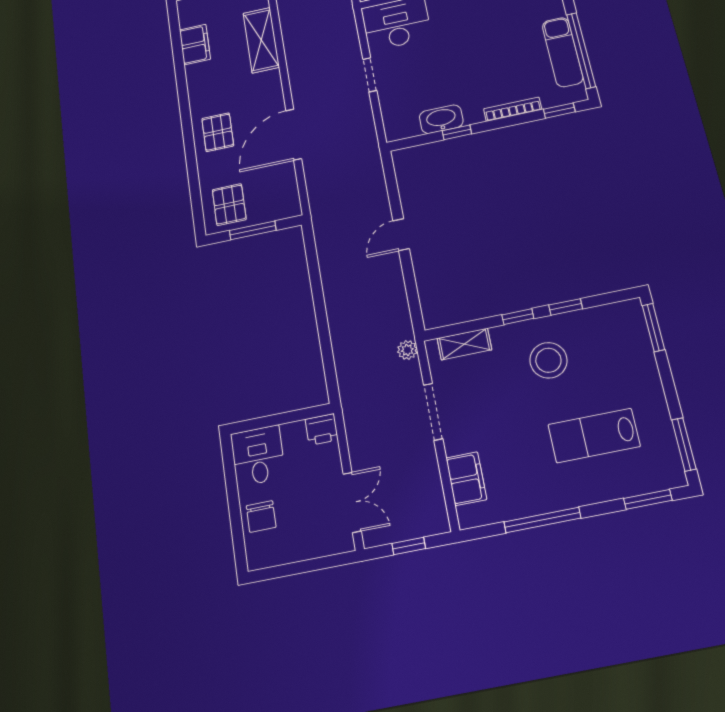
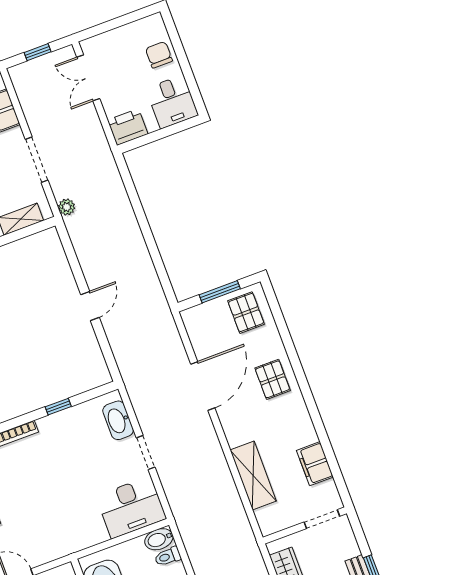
washbasin: (441, 119) -> (118, 420), moved, turned 90
printer: (322, 429) -> (128, 127), width x1.36, depth x1.24

